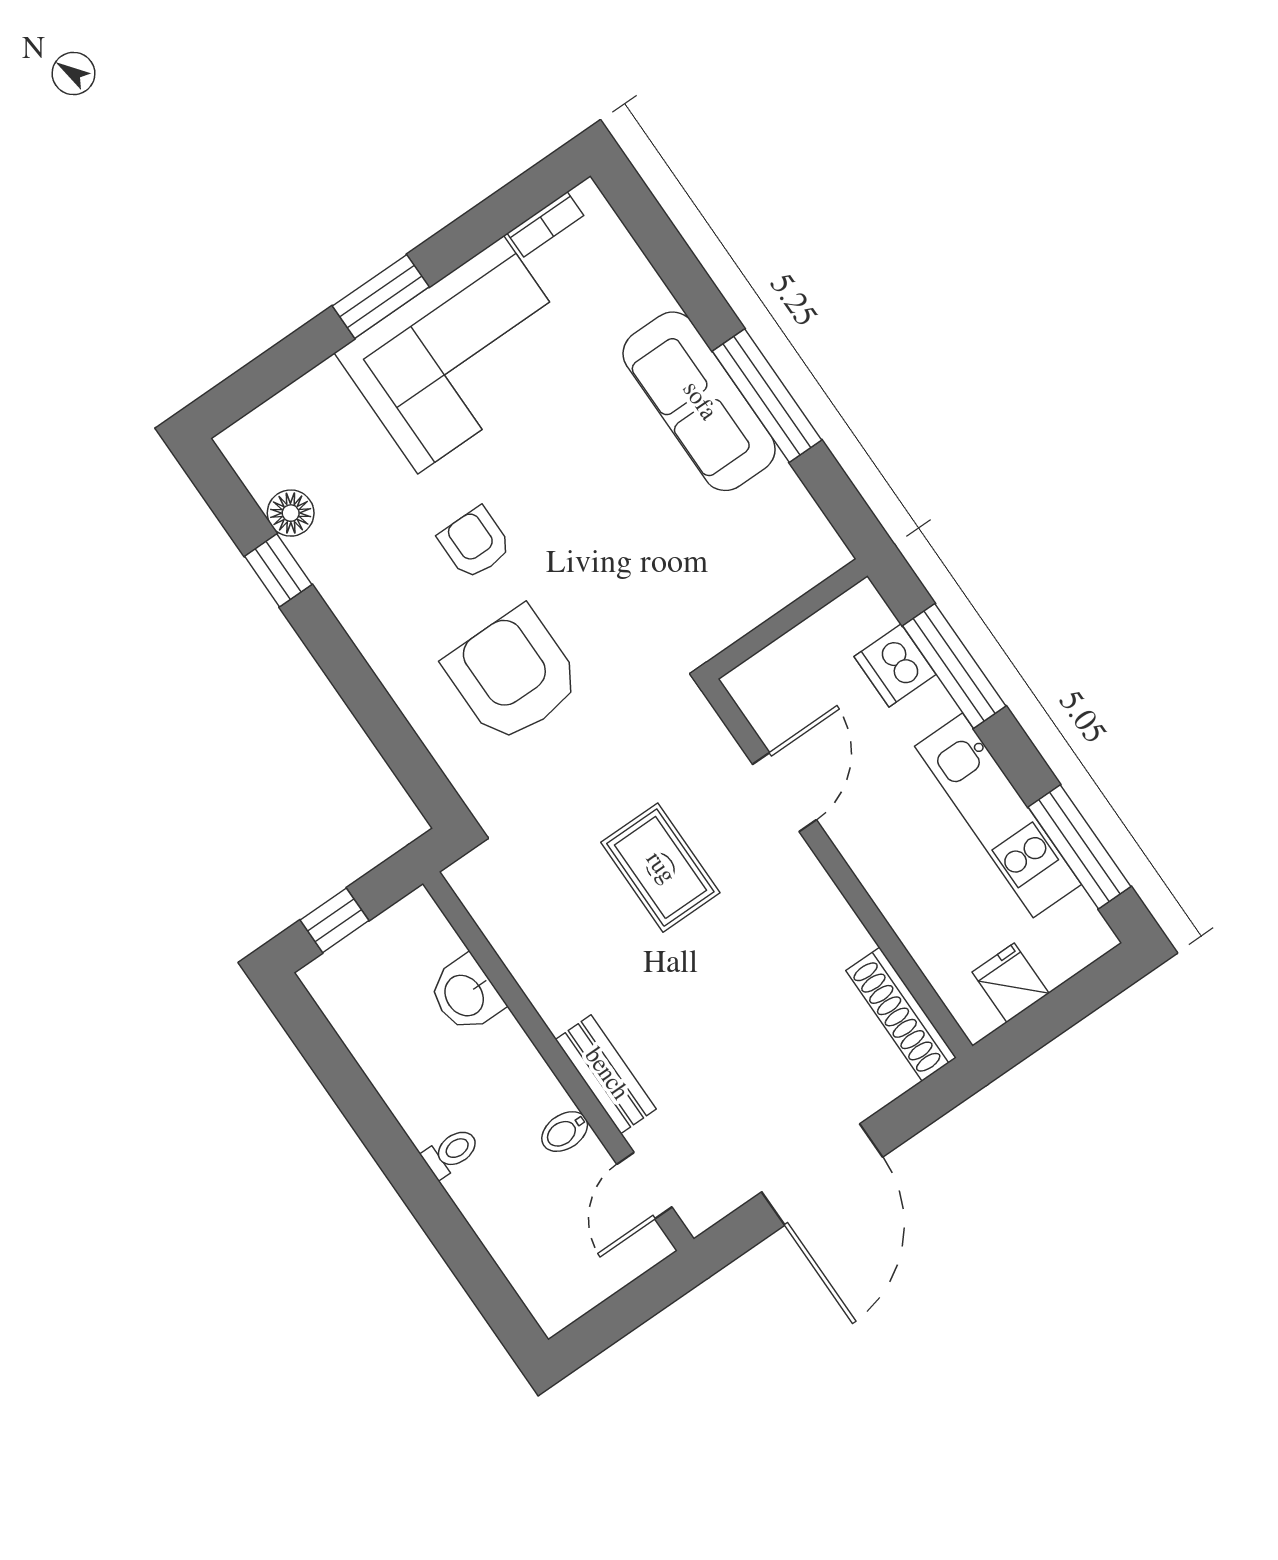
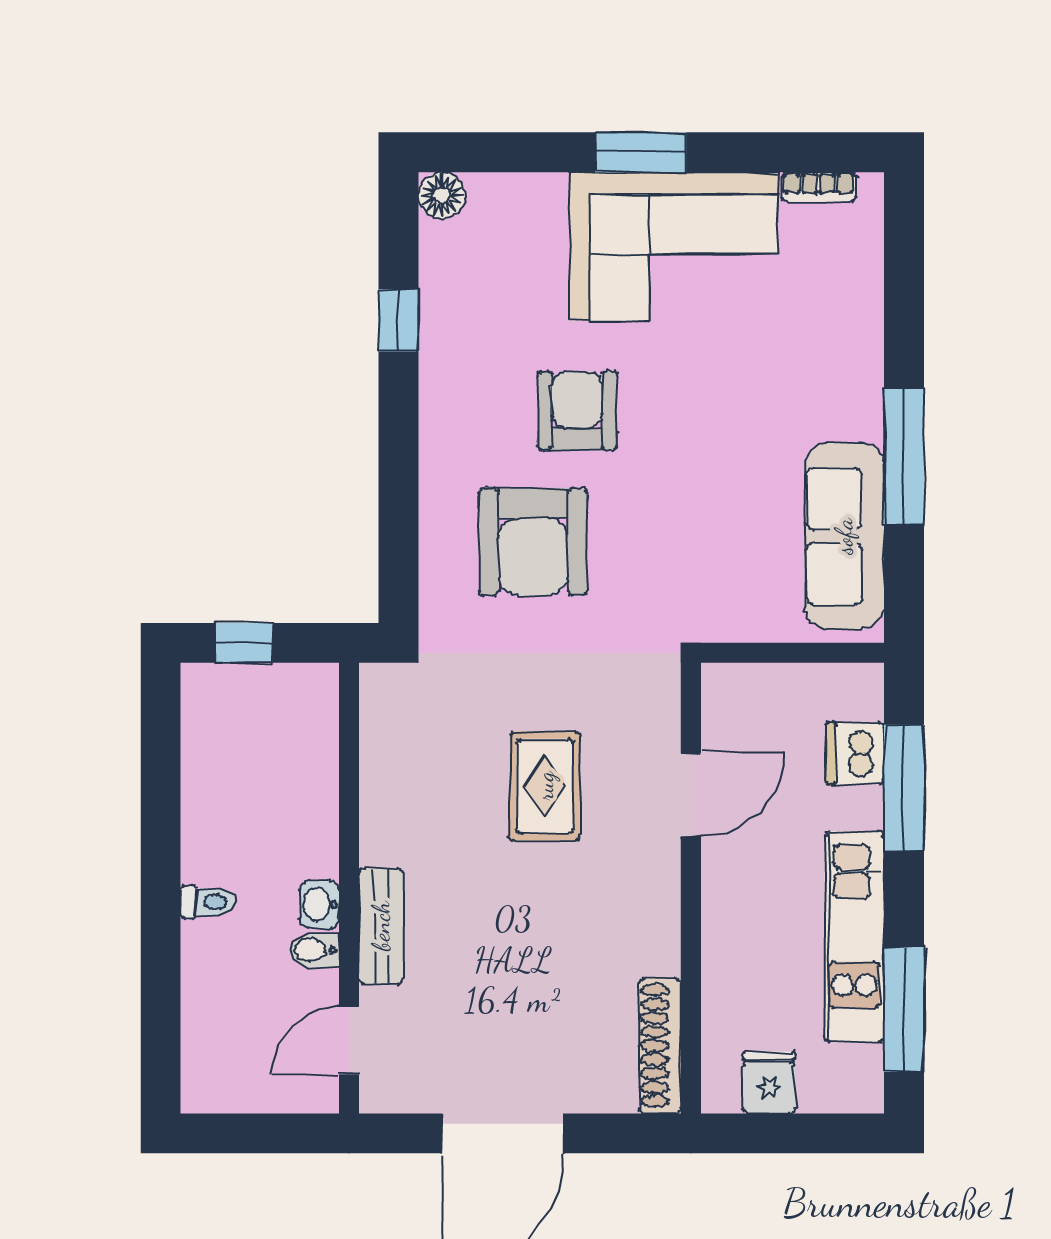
sofa: (699, 401) -> (844, 536), moved
floor lamp: (291, 513) -> (442, 196), moved
armchair: (475, 543) -> (577, 411), width x1.38, depth x1.38
armchair: (513, 675) -> (533, 542), turned 180
washbasin: (466, 995) -> (319, 904), moved, width x0.72, depth x0.69

